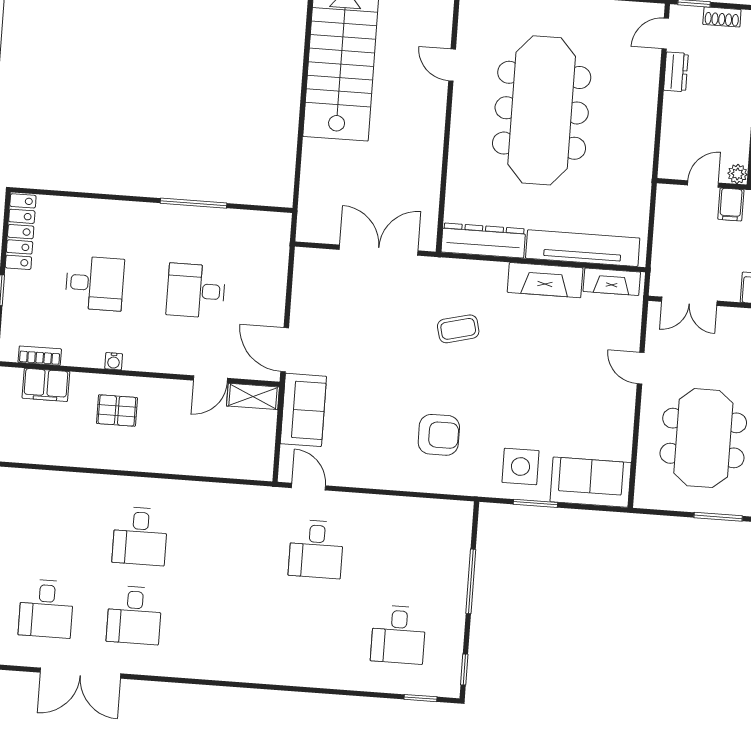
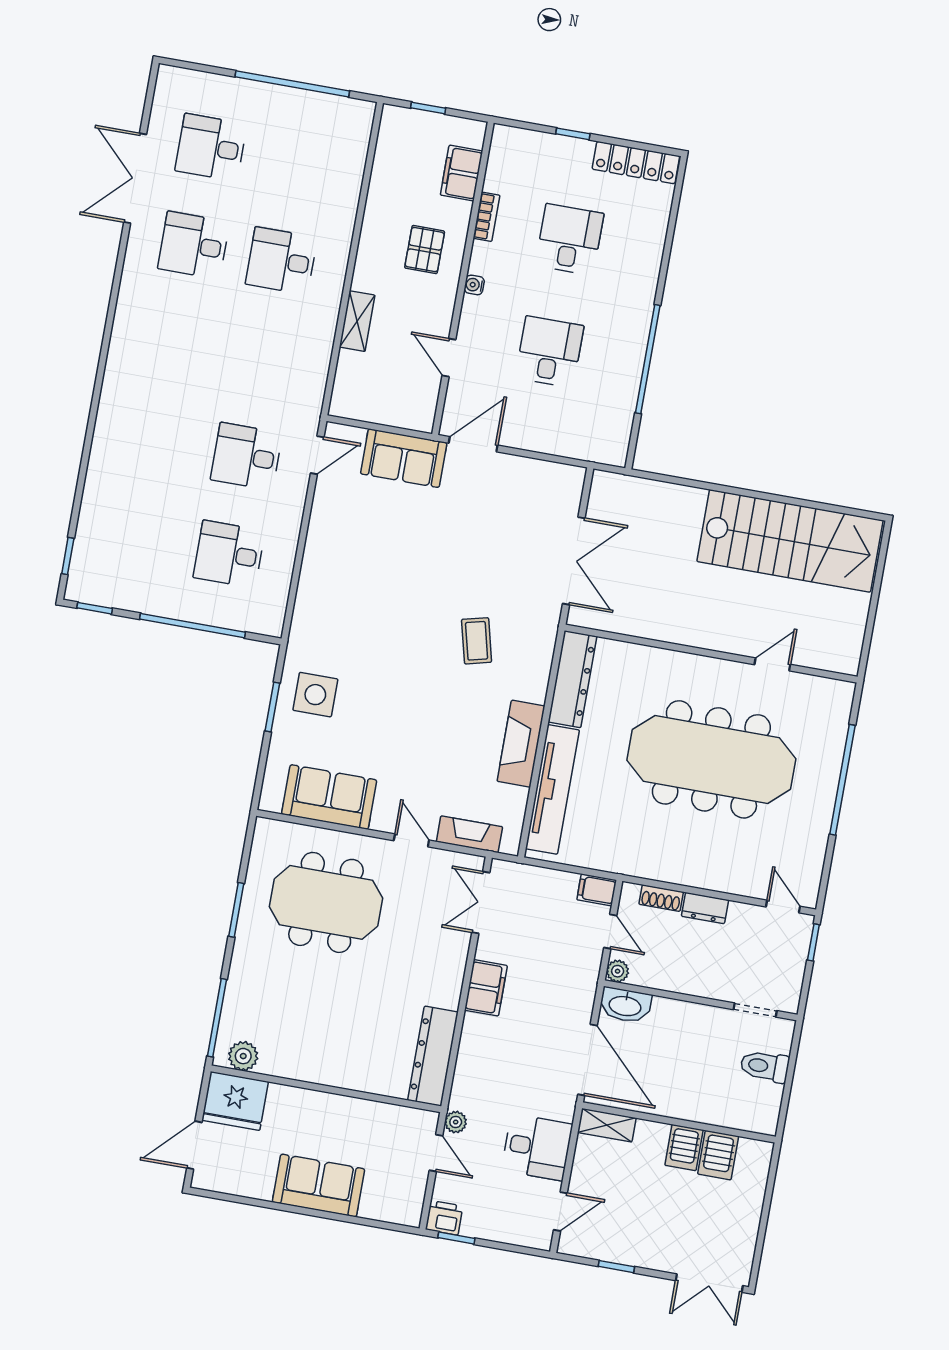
shoe rack: (722, 17) -> (661, 898), moved, turned -90
dresser: (676, 72) -> (705, 908), moved
window: (194, 203) -> (648, 359), width x1.46
filing cabinet: (731, 204) -> (597, 890), moved
fireplace: (612, 282) -> (469, 834), moved, turned 90
desk: (95, 283) -> (570, 239), turned 180
bookcase: (40, 356) -> (486, 217), moved
water cooler: (114, 361) -> (474, 285), moved
door: (641, 368) -> (411, 840), hinge flipped
shelving: (253, 396) -> (357, 321), moved
armchair: (439, 435) -> (360, 607), removed
sofa: (591, 482) -> (329, 797), moved, turned -90
window: (471, 581) -> (192, 626), width x1.46
desk: (398, 635) -> (229, 554), moved

